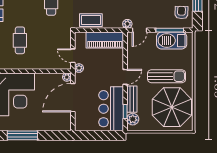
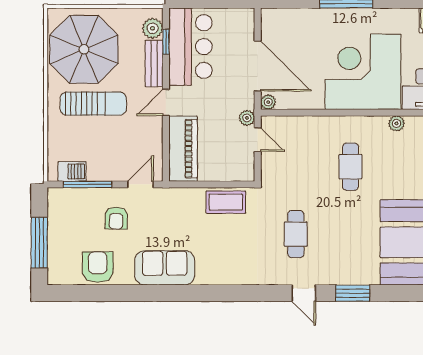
armchair: (181, 12) -> (116, 218), moved
plant: (127, 24) -> (162, 195), removed
piano: (105, 40) -> (183, 149), moved, turned 90
barbecue: (172, 41) -> (72, 171), width x0.53, depth x0.65
sun lounger: (167, 76) -> (93, 104), turned 180
door: (73, 98) -> (258, 66), hinge flipped

